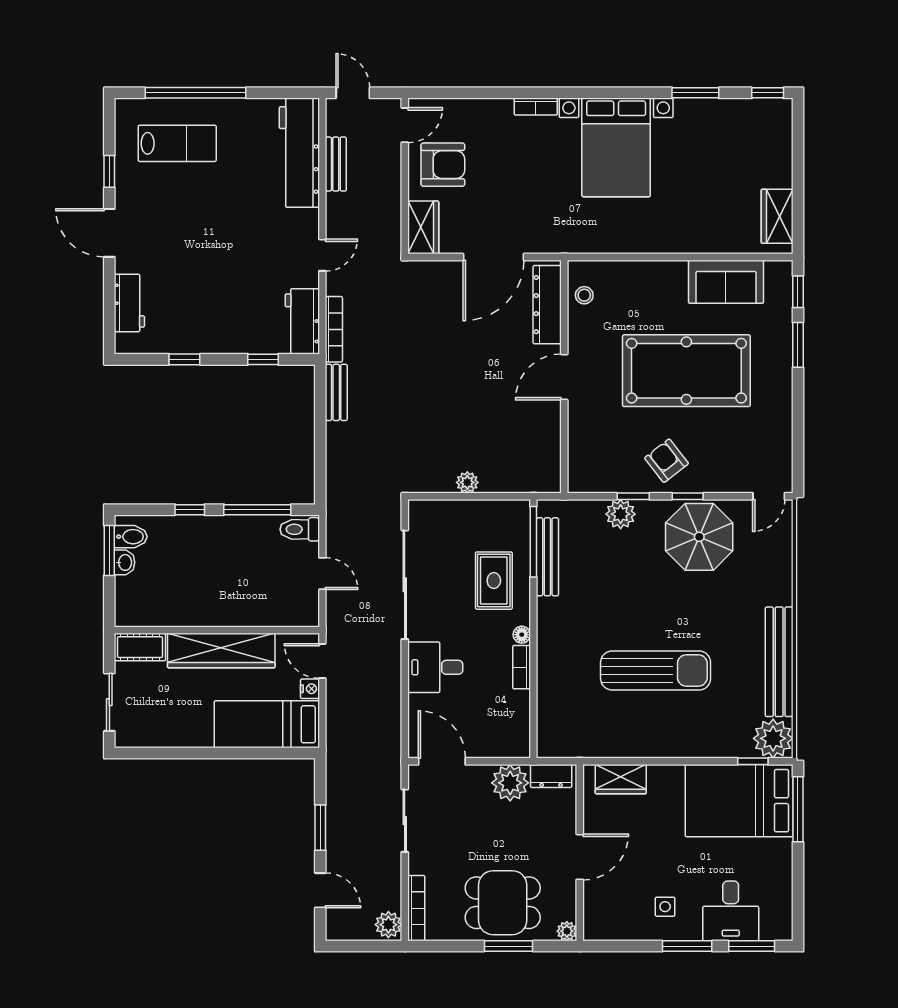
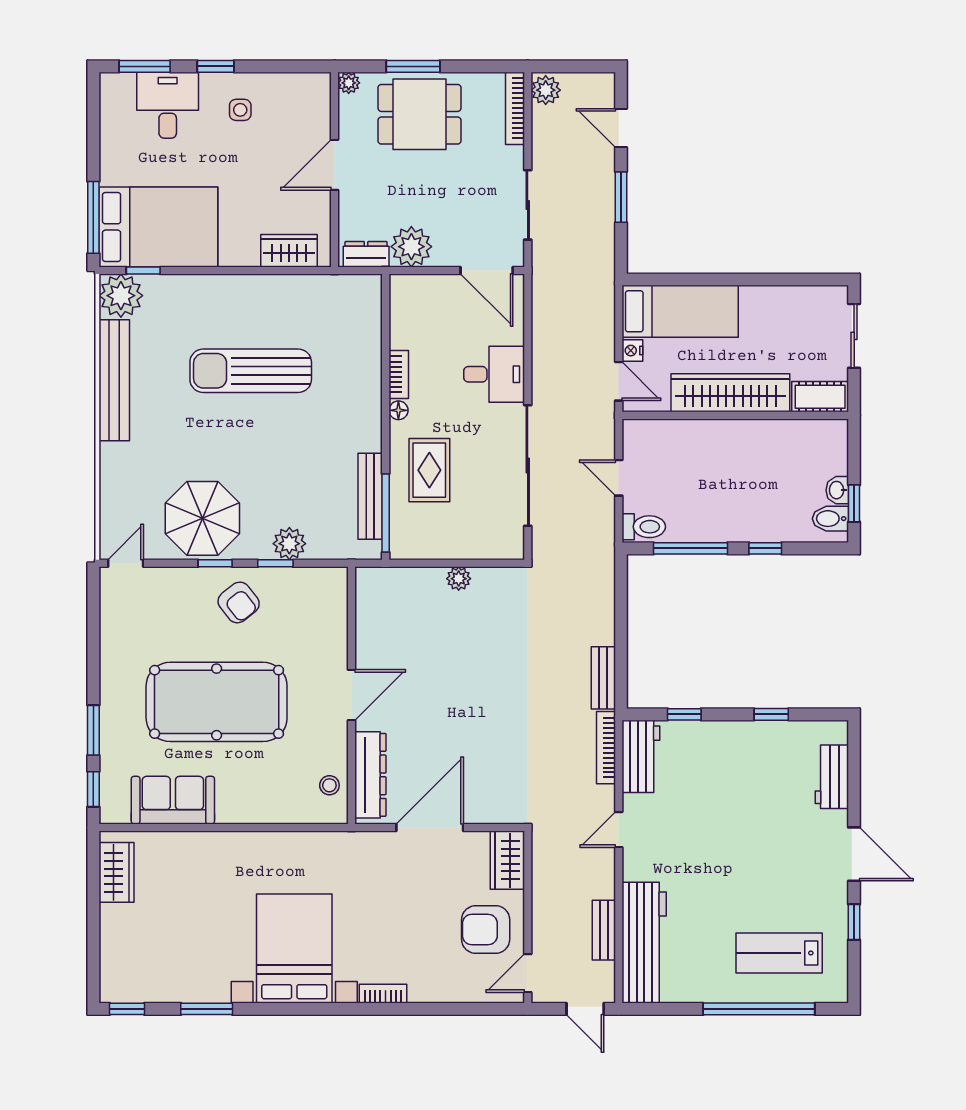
window: (109, 551) -> (854, 503), width x0.67
window: (687, 946) -> (216, 66), width x0.67

